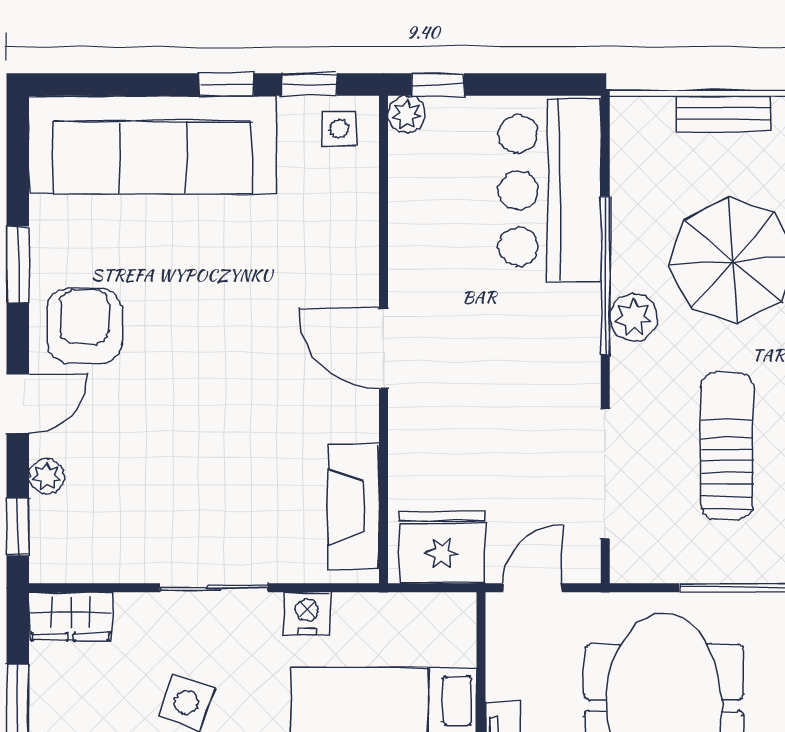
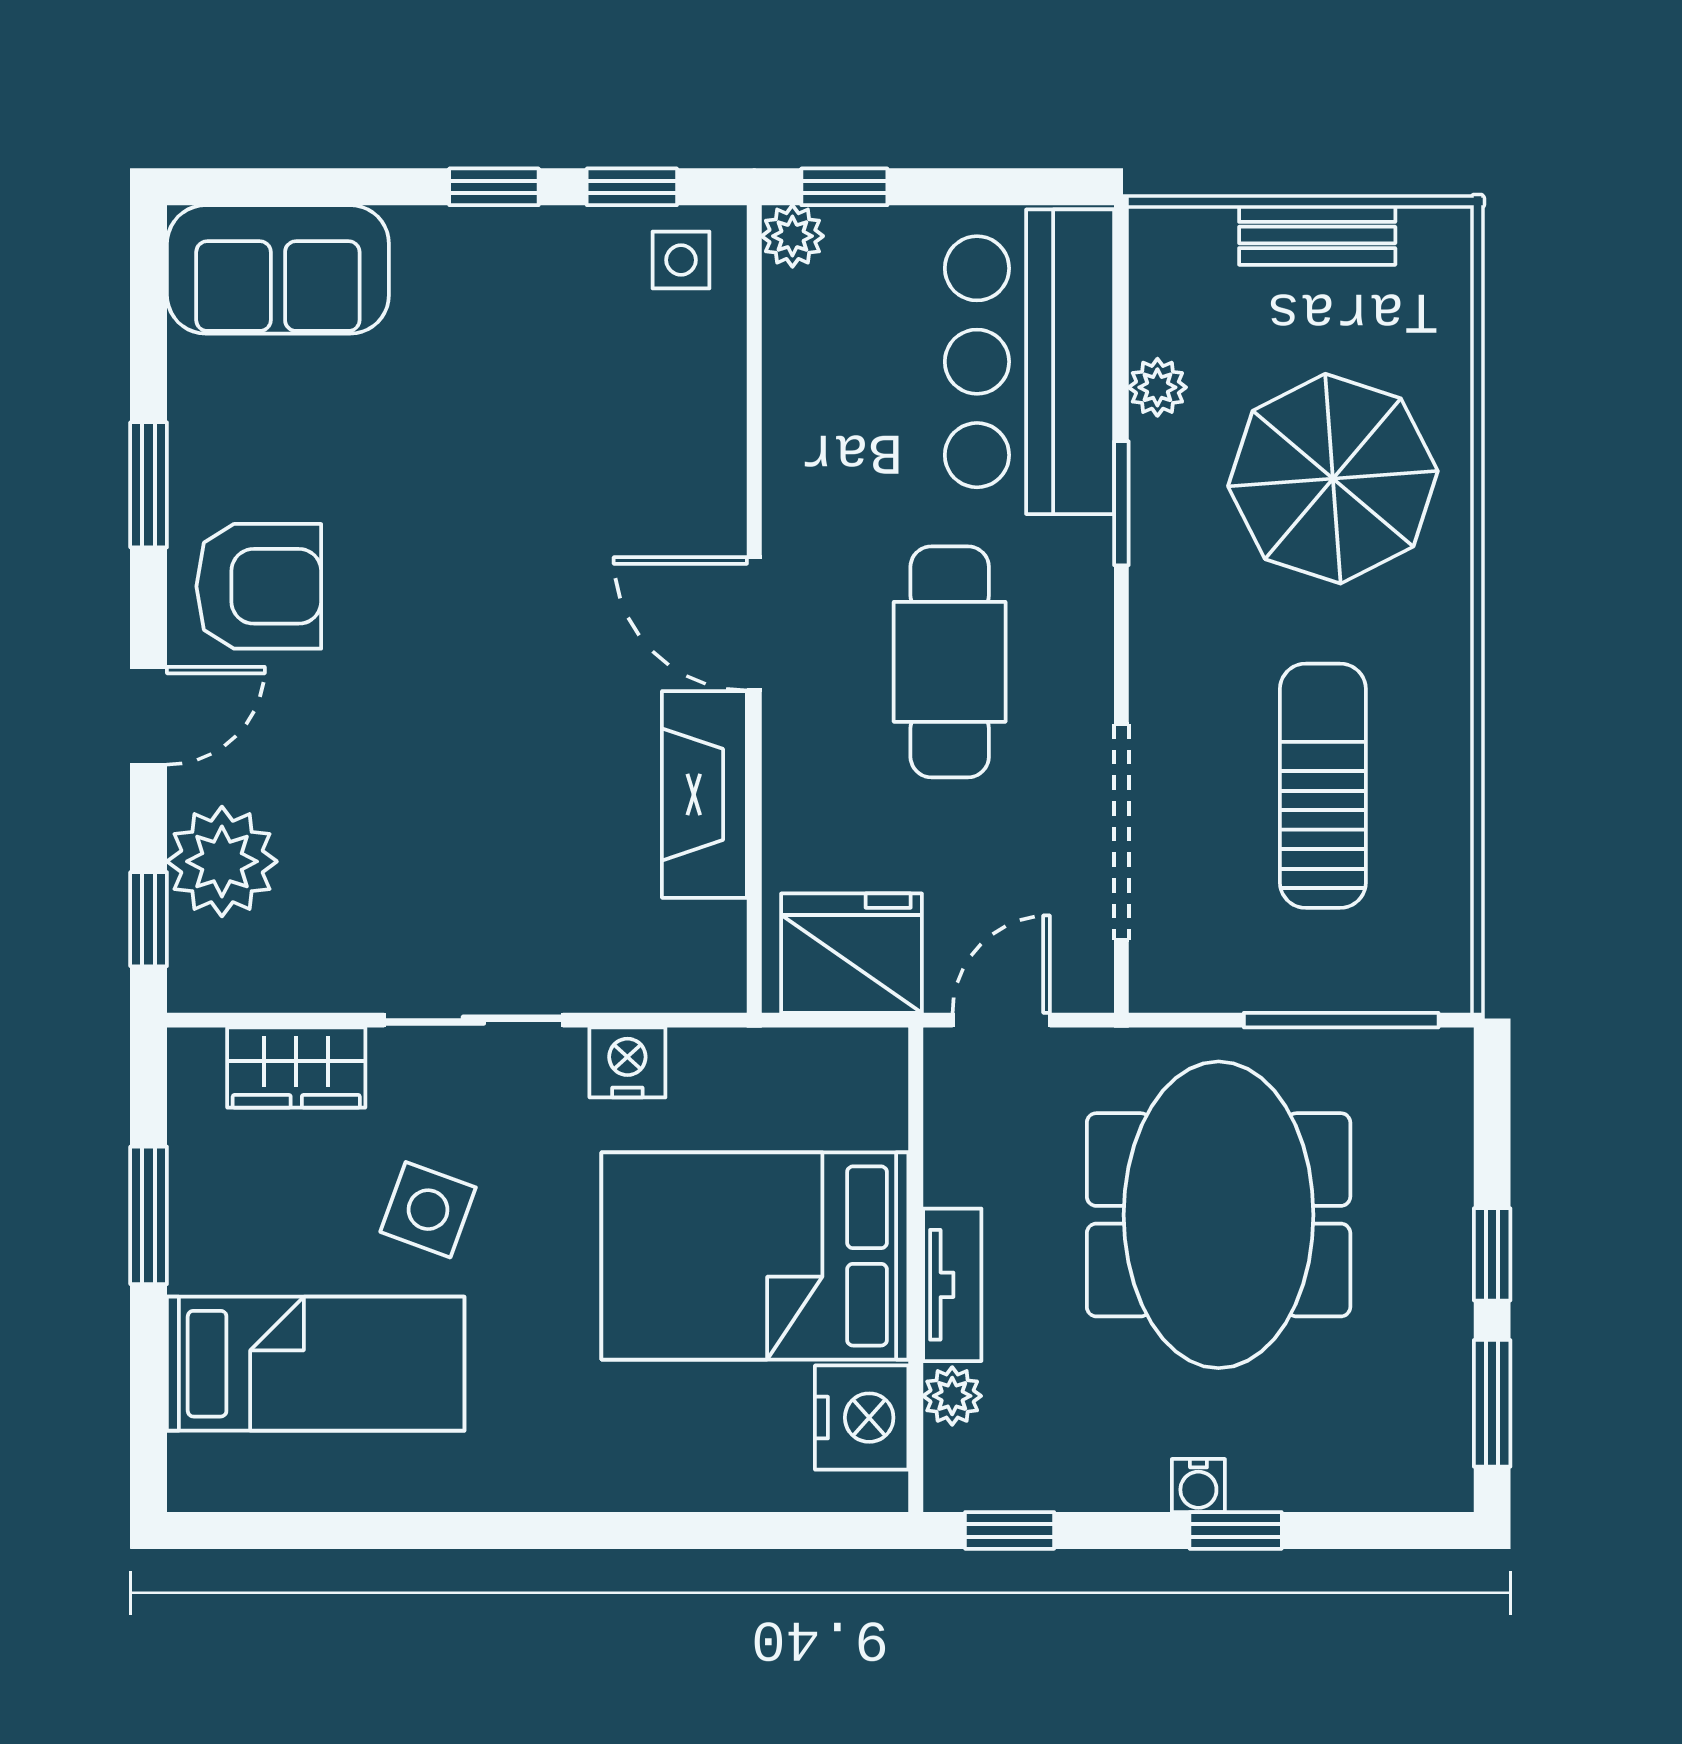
sofa: (153, 145) -> (278, 269), width x0.54, depth x0.79
window: (605, 276) -> (1121, 503), width x0.47
plant: (634, 317) -> (1157, 387), moved, width x0.73, depth x0.73
armchair: (84, 326) -> (259, 586), turned 90
cafe table: (502, 371) -> (950, 662), added
plant: (47, 476) -> (222, 861), width x1.87, depth x1.87
fireplace: (353, 506) -> (704, 794), moved
wardrobe: (71, 616) -> (296, 1068), moved

